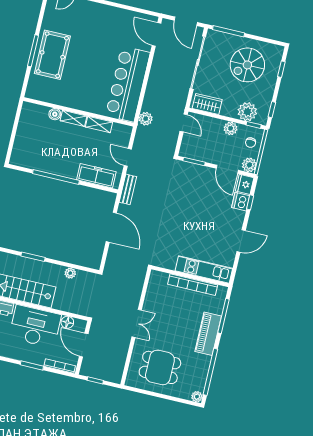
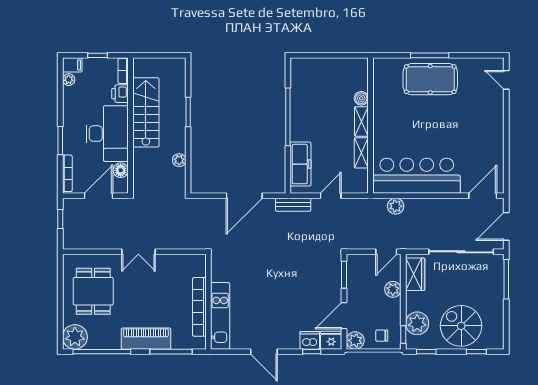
spiral stairs: (247, 65) -> (461, 326), moved
plant: (146, 119) -> (396, 206), moved
plant: (231, 128) -> (393, 289), moved
plant: (197, 397) -> (75, 337), width x1.88, depth x1.88

